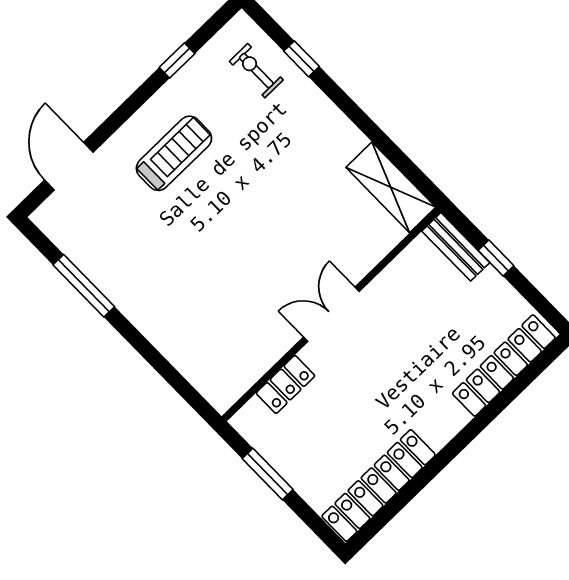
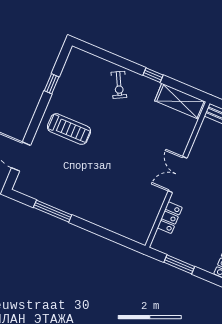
window: (302, 59) -> (153, 75), moved
exercise bike: (256, 71) -> (119, 85), moved, turned -117
treadmill: (174, 153) -> (69, 129), turned 90

